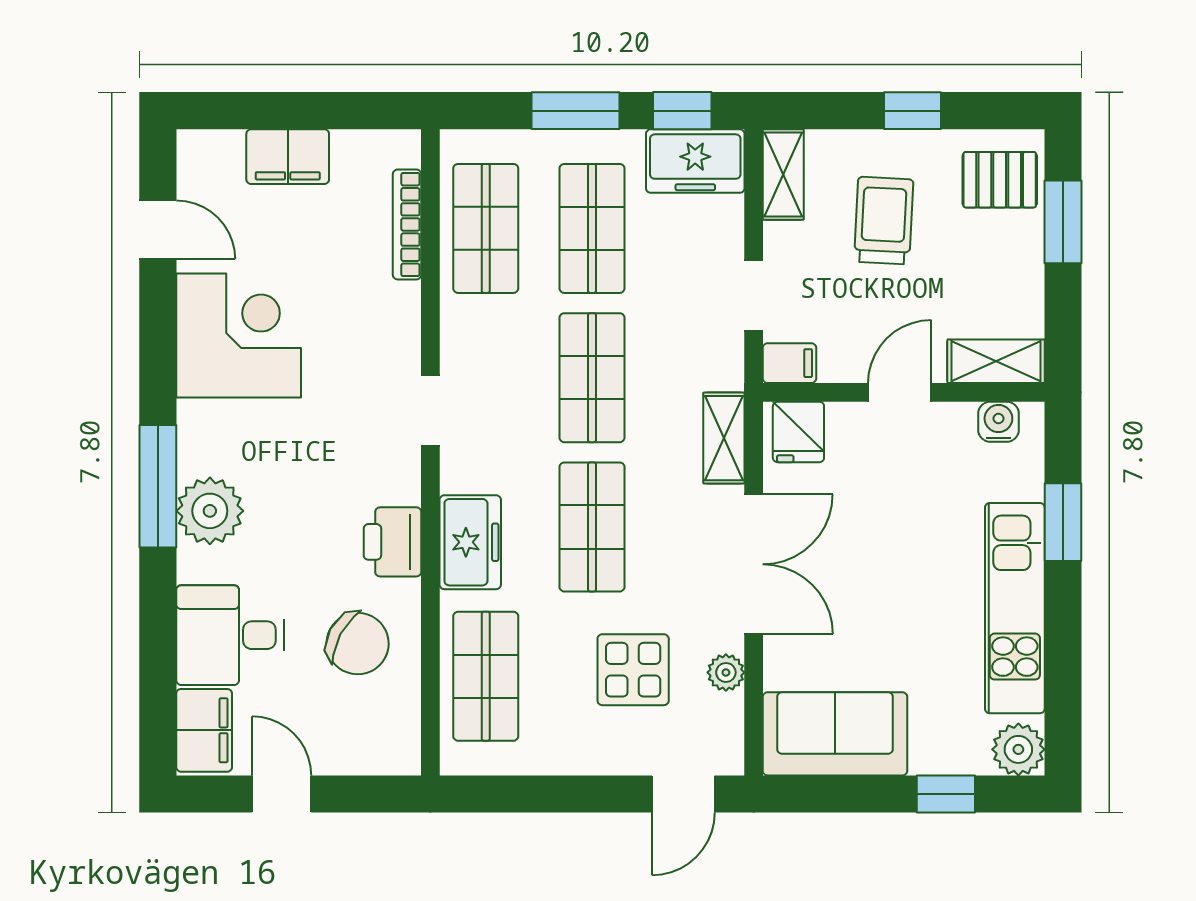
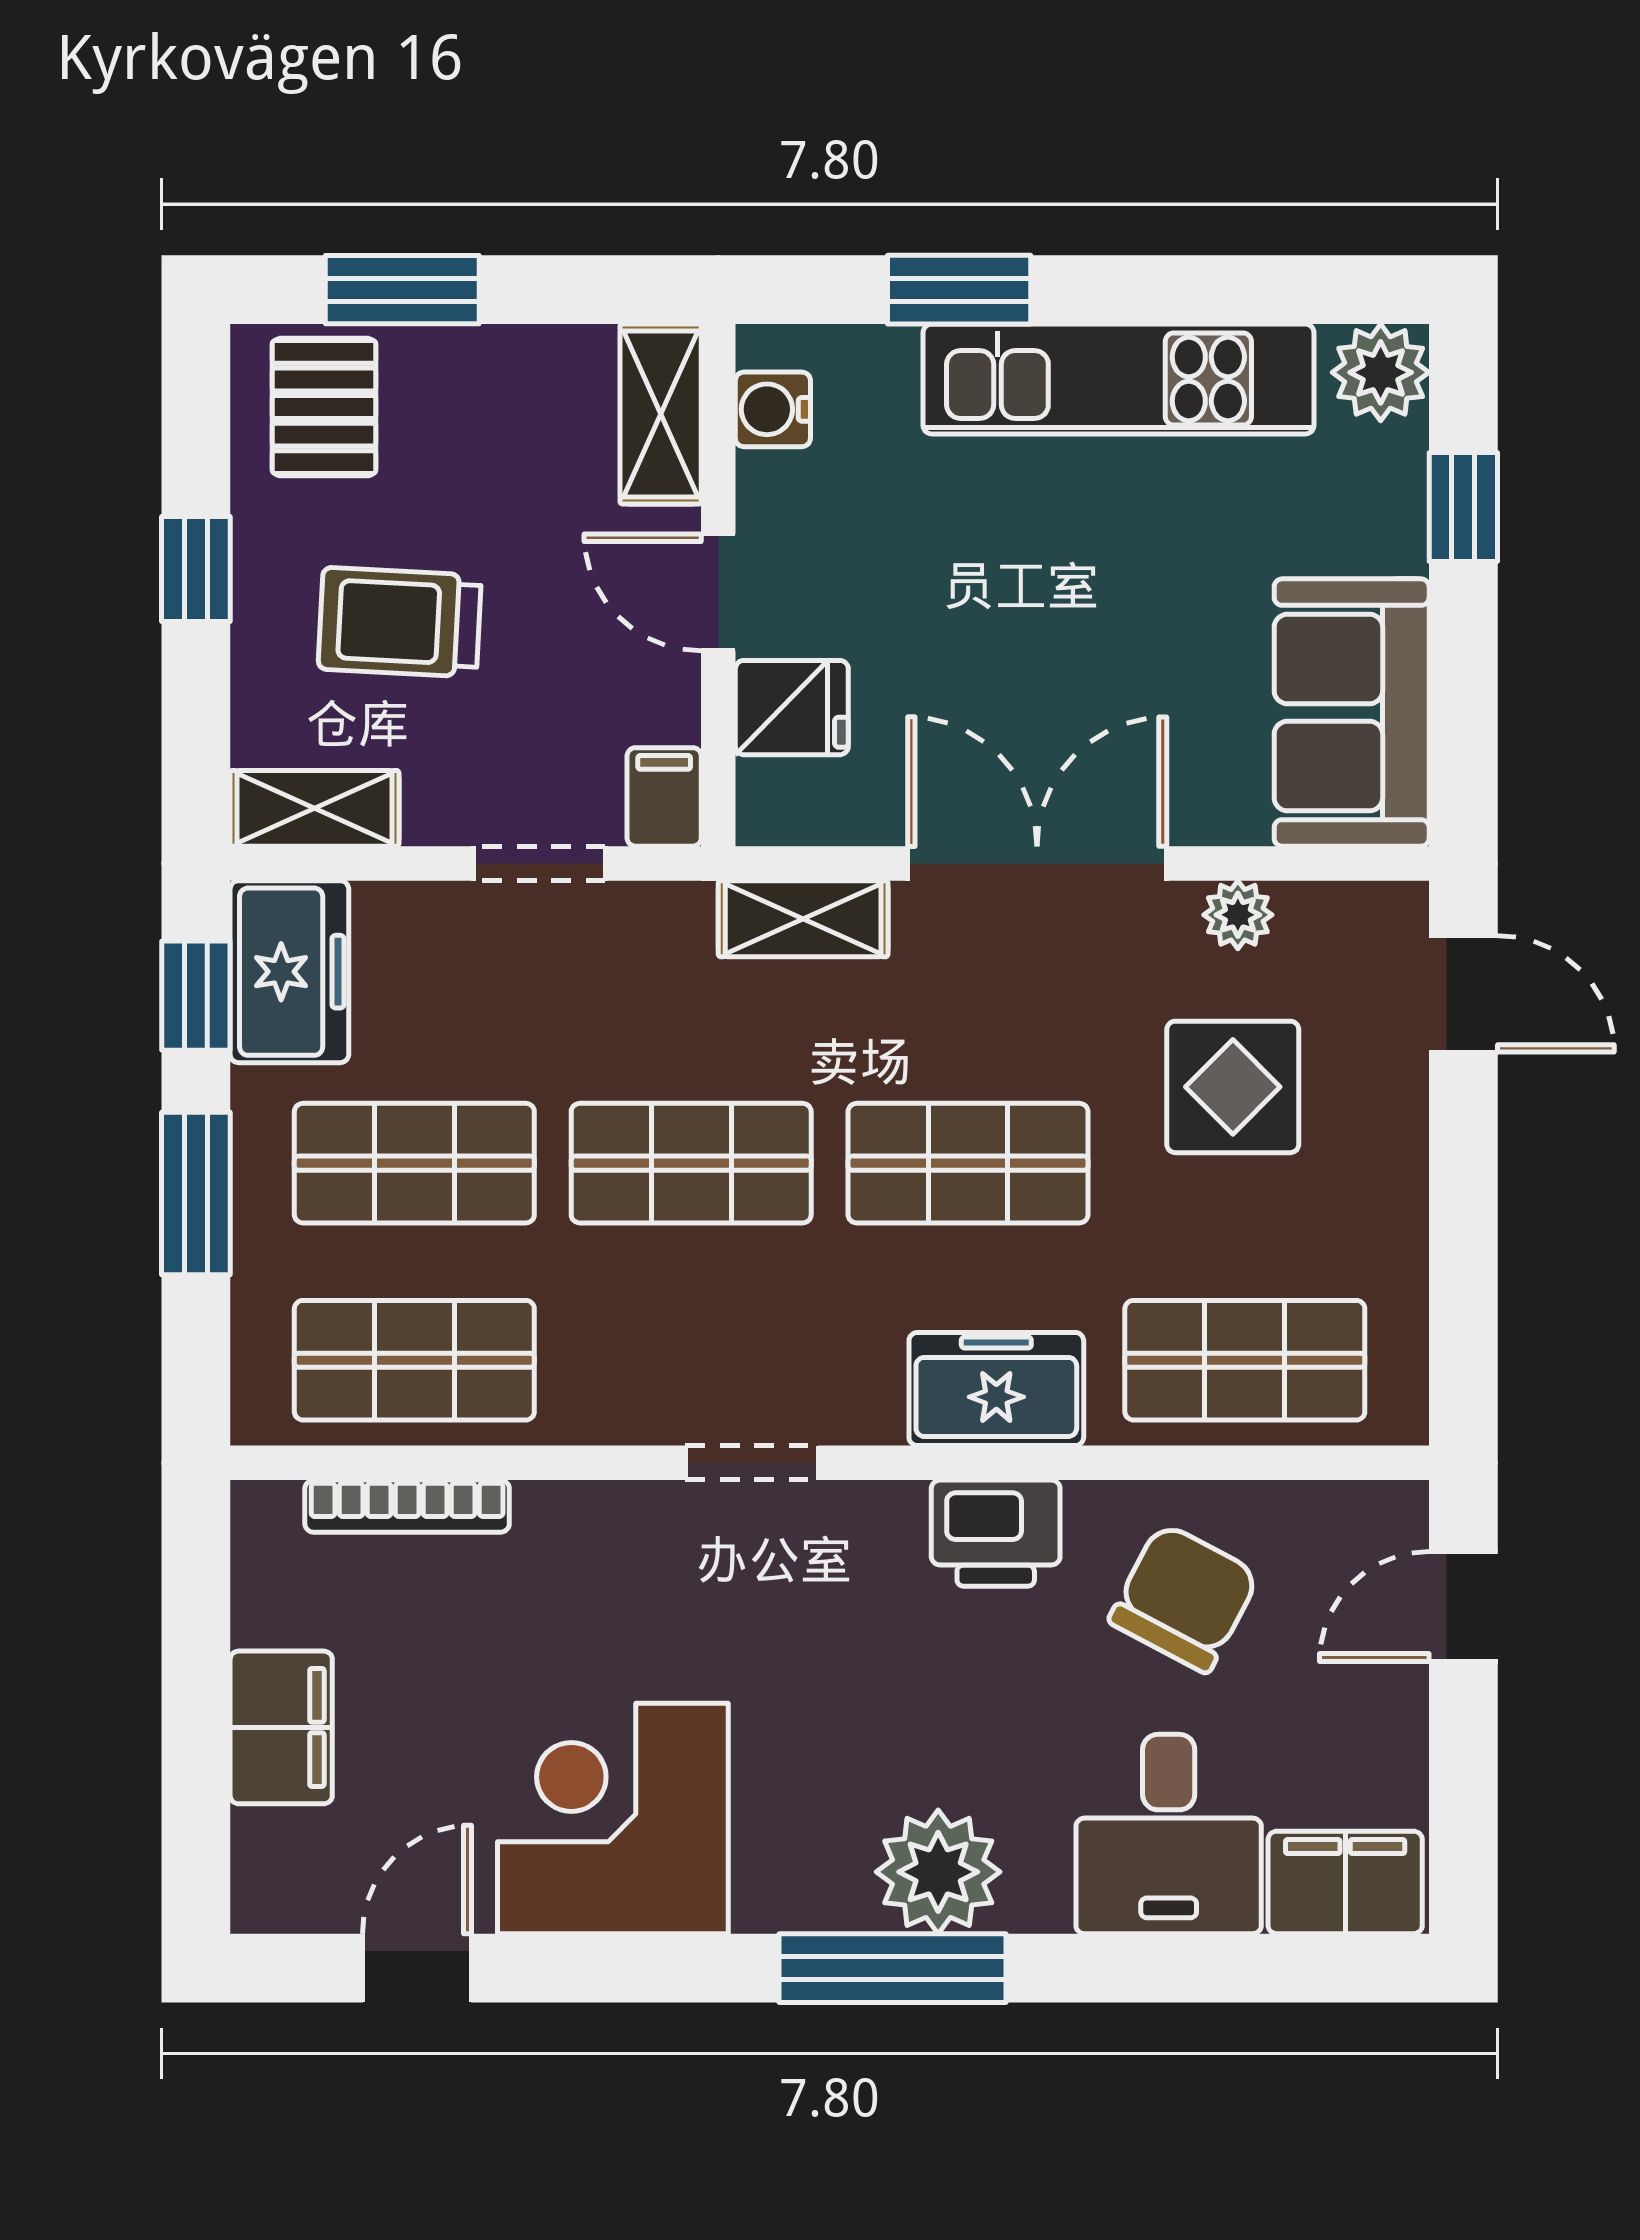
fridge: (798, 432) -> (792, 708), moved
door: (282, 794) -> (1463, 1607), moved

